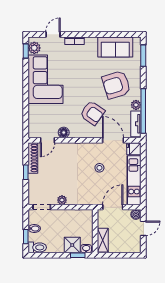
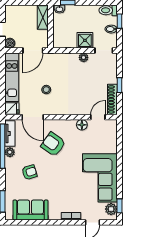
armchair: (116, 85) -> (29, 172), width x0.53, depth x0.53
shower: (72, 245) -> (85, 40), moved

